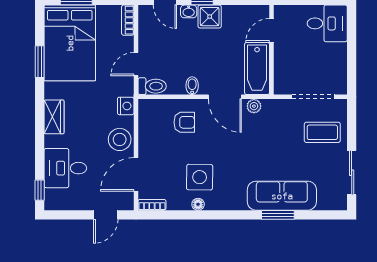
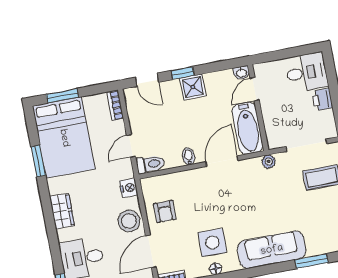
washbasin: (189, 11) -> (241, 73), moved
printer: (338, 54) -> (322, 99), added
door: (225, 97) -> (222, 161), swing flipped
plant: (254, 106) -> (269, 161), moved
armchair: (184, 122) -> (165, 211), moved, turned 90
sofa: (282, 196) -> (272, 250), moved
window: (278, 215) -> (312, 261), moved

